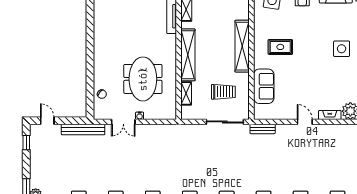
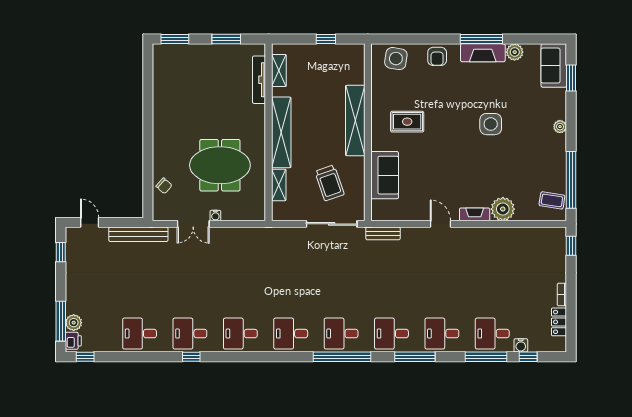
meeting table: (143, 79) -> (220, 165), turned 90
trolley: (223, 92) -> (330, 183), turned 71

